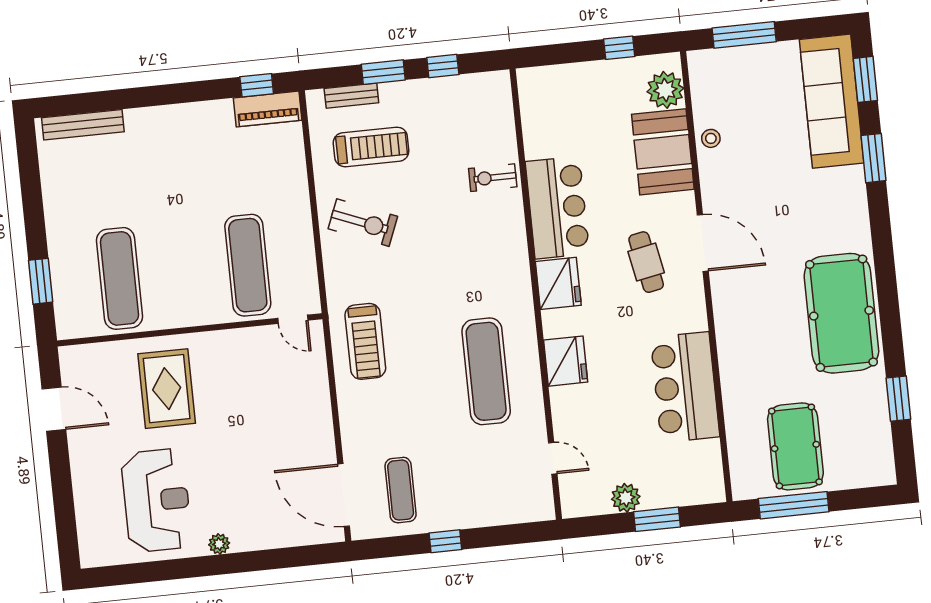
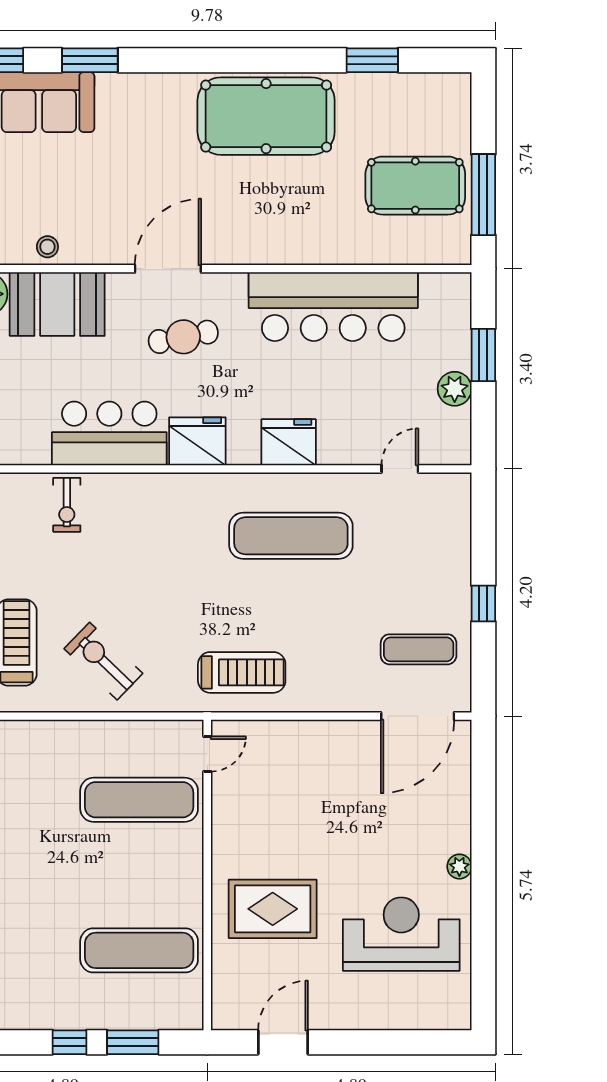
exercise bike: (363, 223) -> (103, 661), turned -68
window: (35, 227) -> (69, 1042), added
bar counter: (685, 387) -> (333, 307), width x1.36

